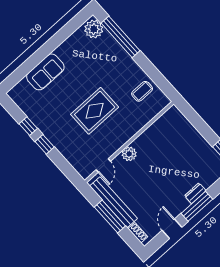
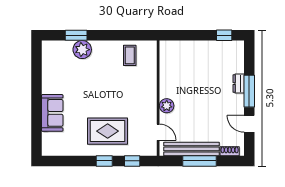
plant: (94, 29) -> (82, 50), moved
window: (120, 37) -> (76, 35), width x0.47
rug: (95, 111) -> (108, 131), moved, turned 90
window: (28, 126) -> (132, 161), moved

